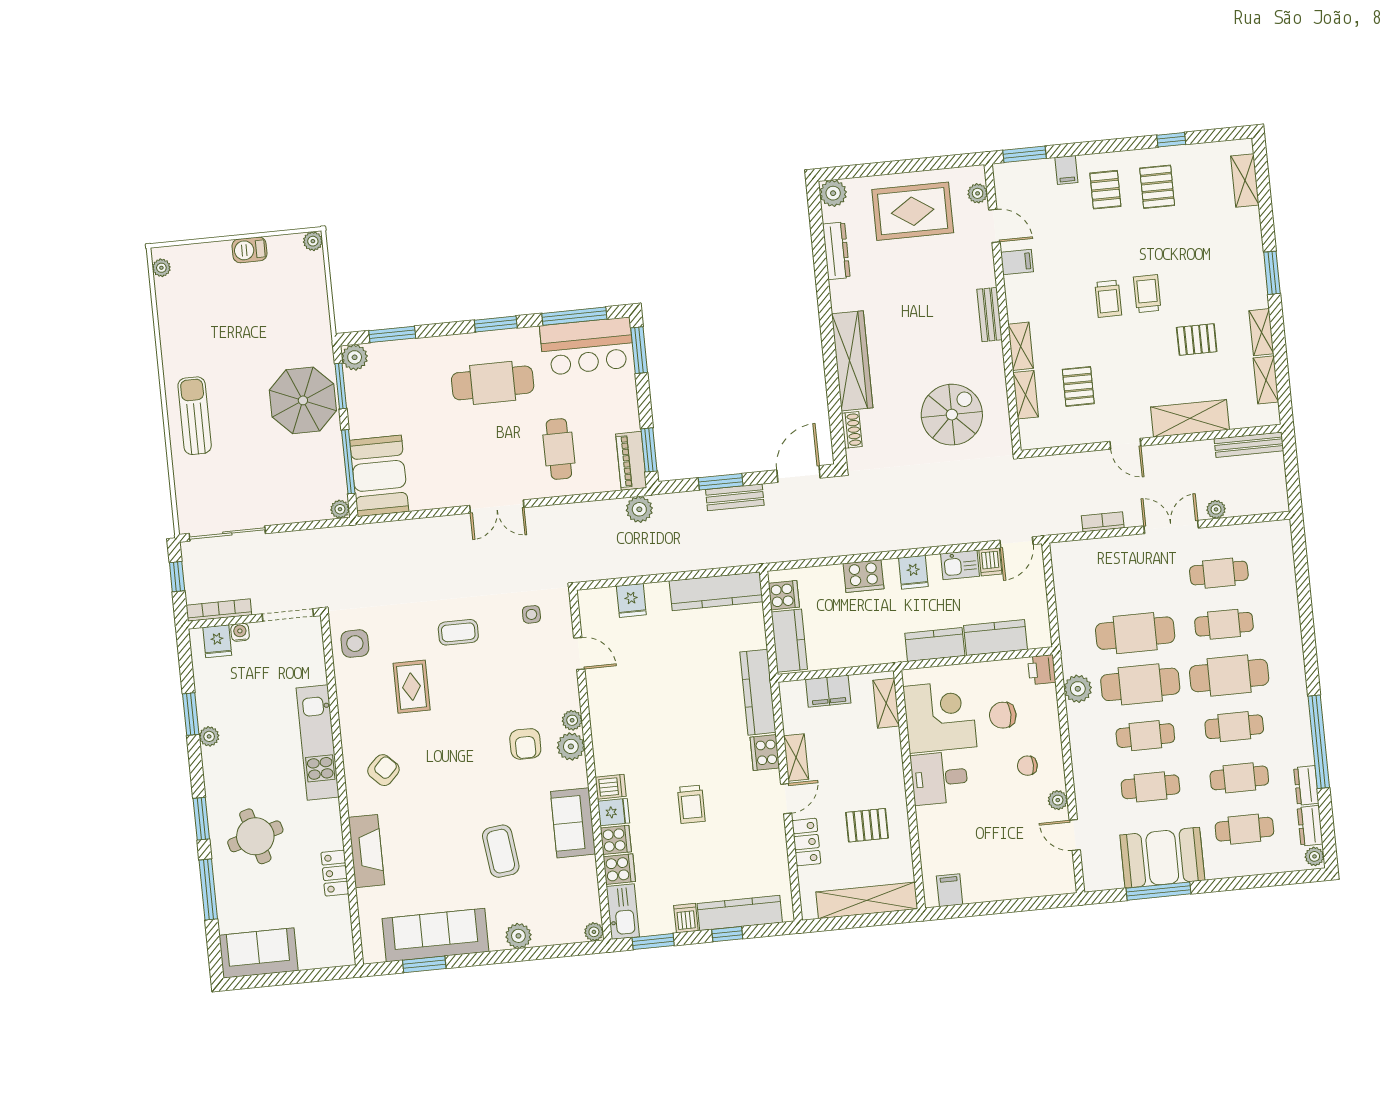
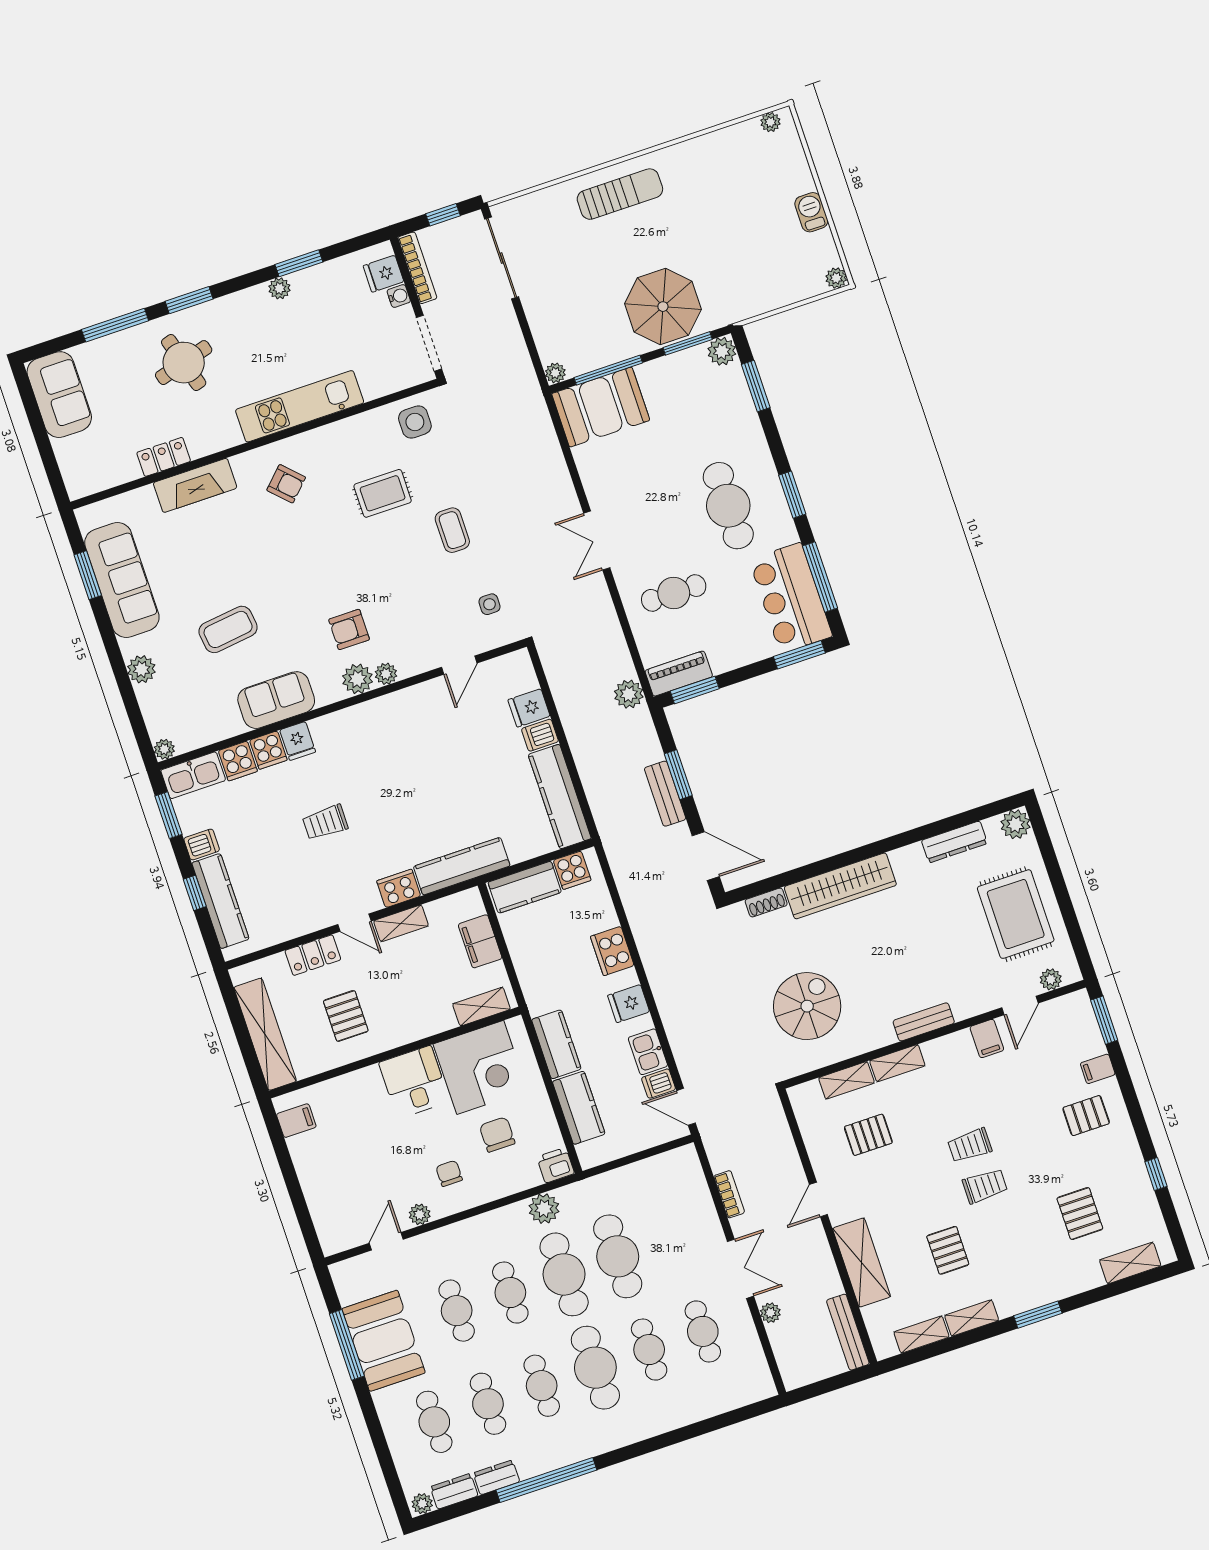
pallet: (1157, 187) -> (1080, 1214), moved, turned 90
spiral stairs: (952, 415) -> (807, 1006), turned -90
dishwasher: (611, 787) -> (540, 735), moved, turned 90

